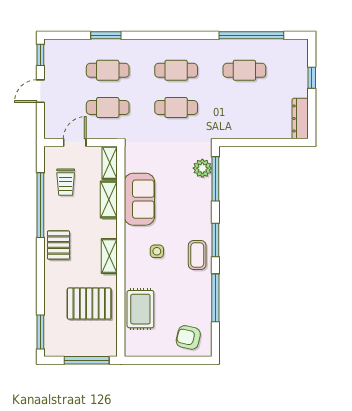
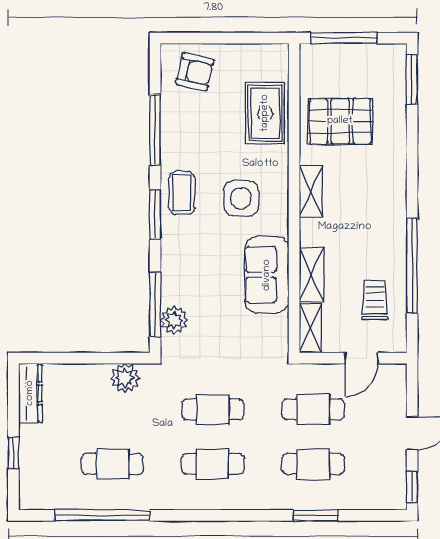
plant: (236, 129) -> (125, 378), added
pallet: (58, 245) -> (386, 207), removed
side table: (157, 251) -> (241, 198), width x1.87, depth x1.87

